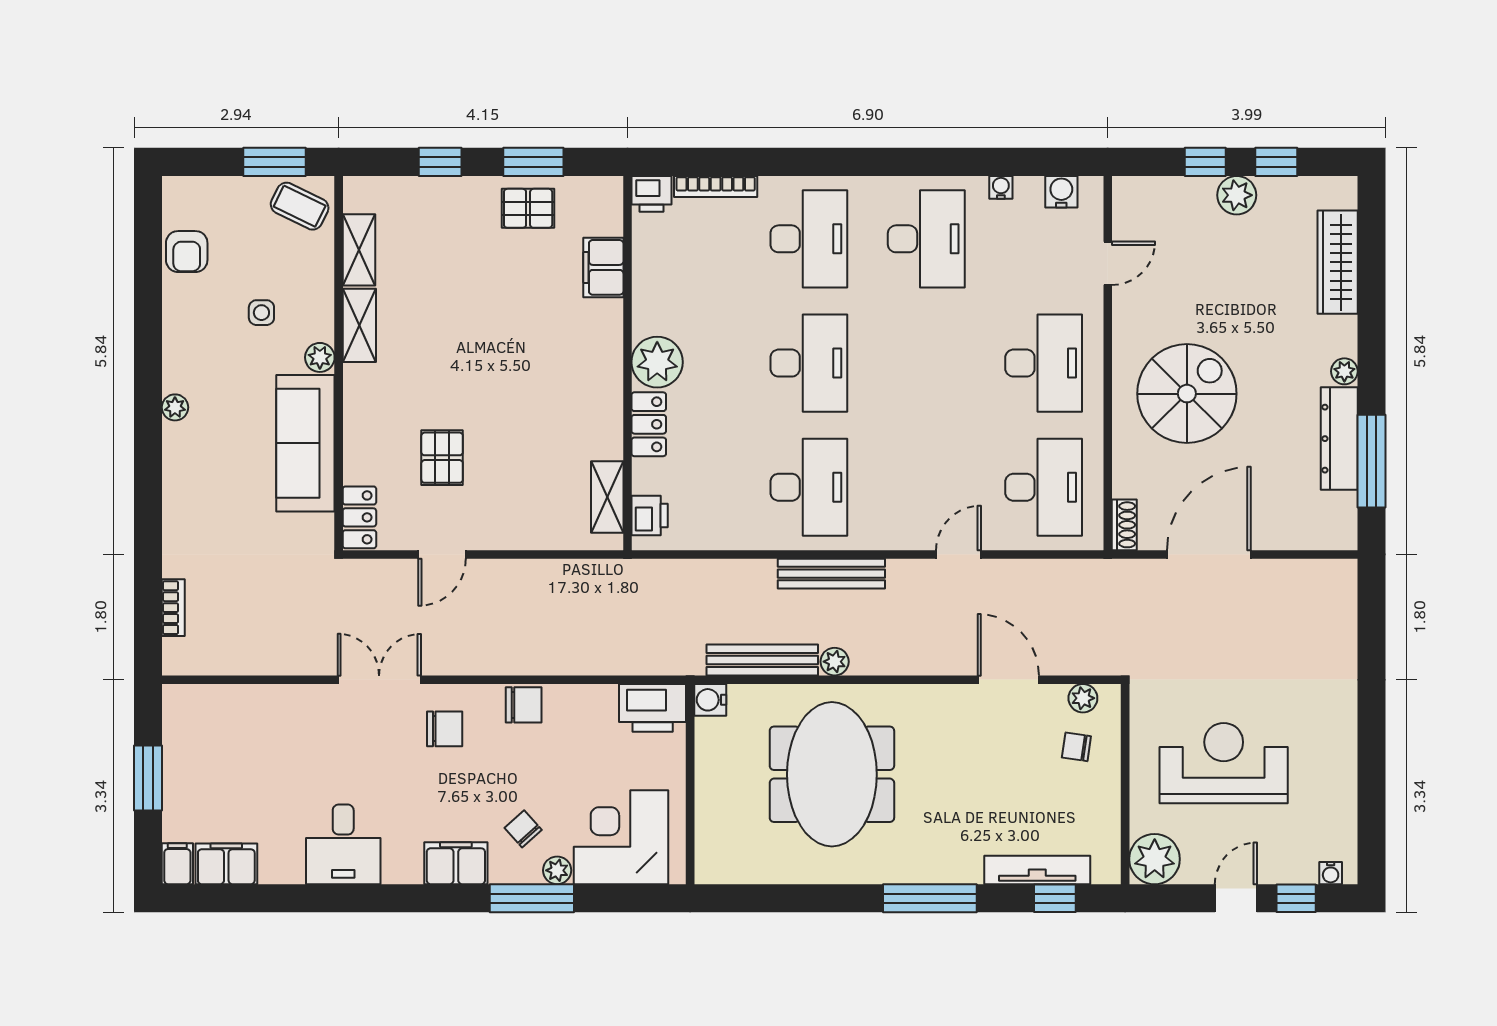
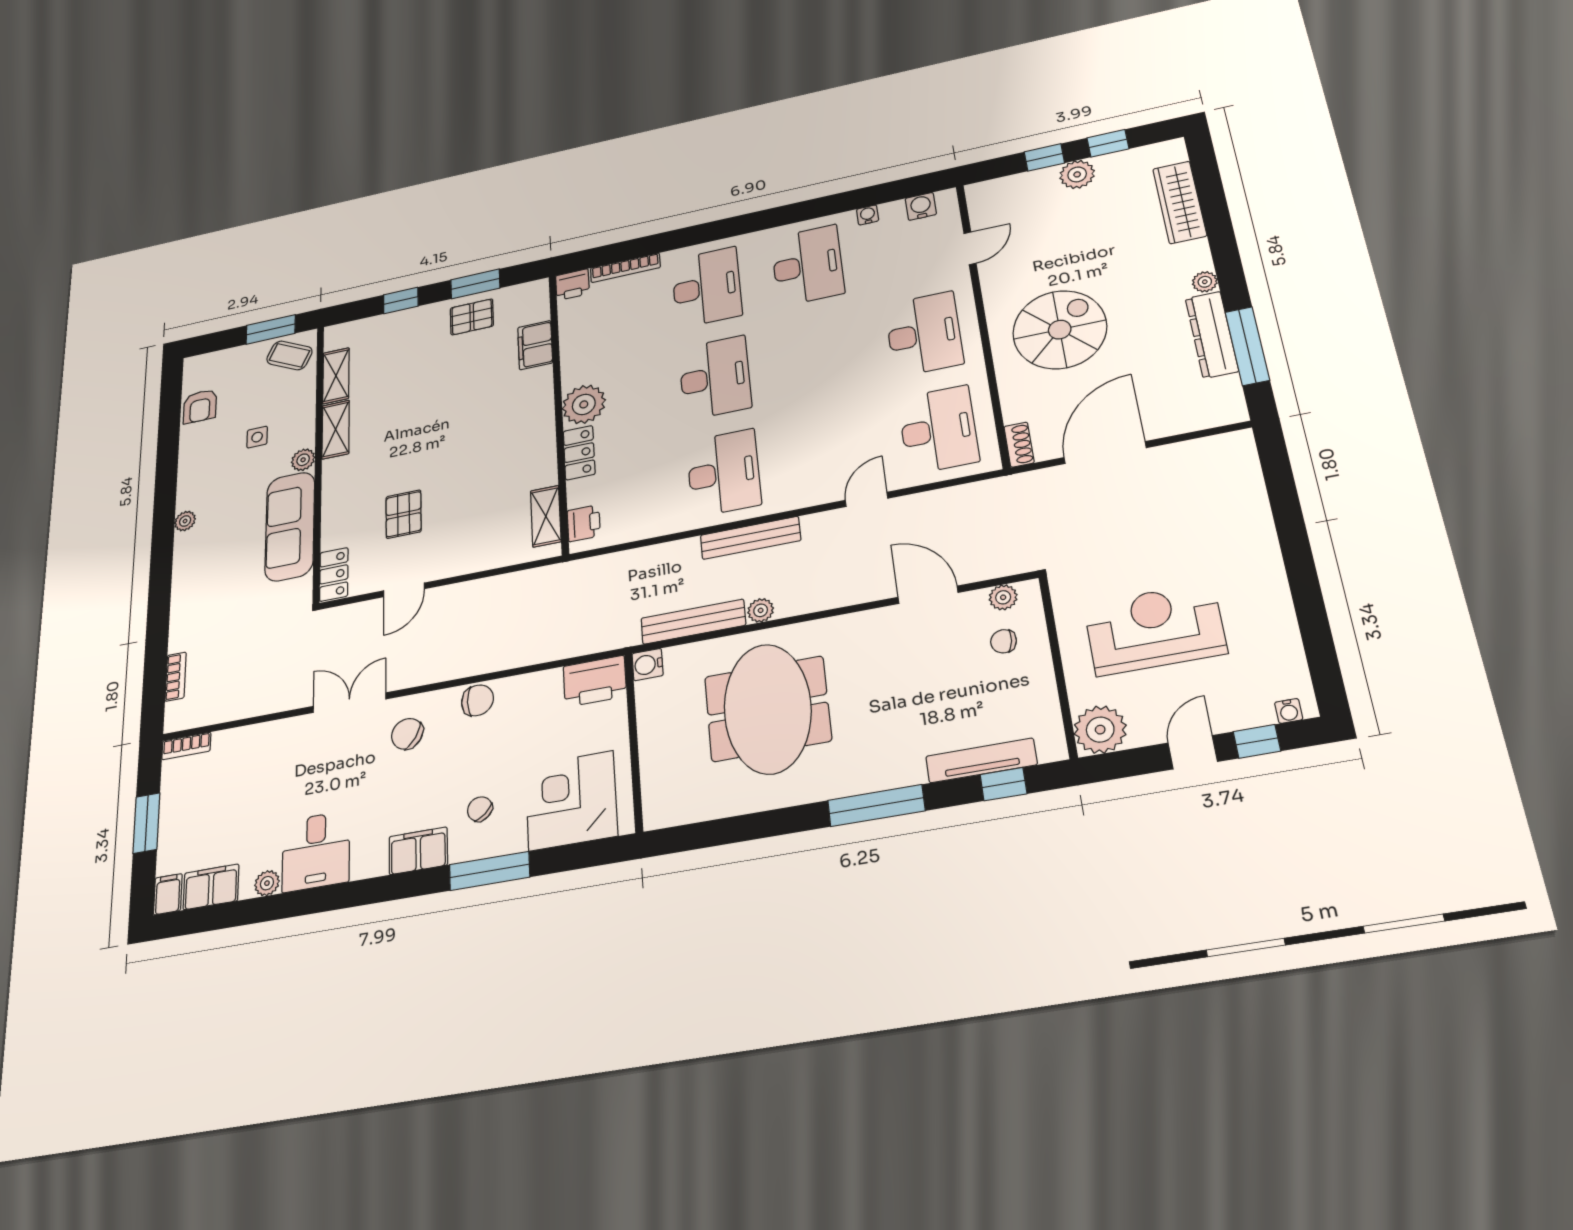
bookcase: (190, 695) -> (186, 746), added
chair: (445, 729) -> (407, 734), turned -148
plant: (557, 870) -> (267, 883), moved

